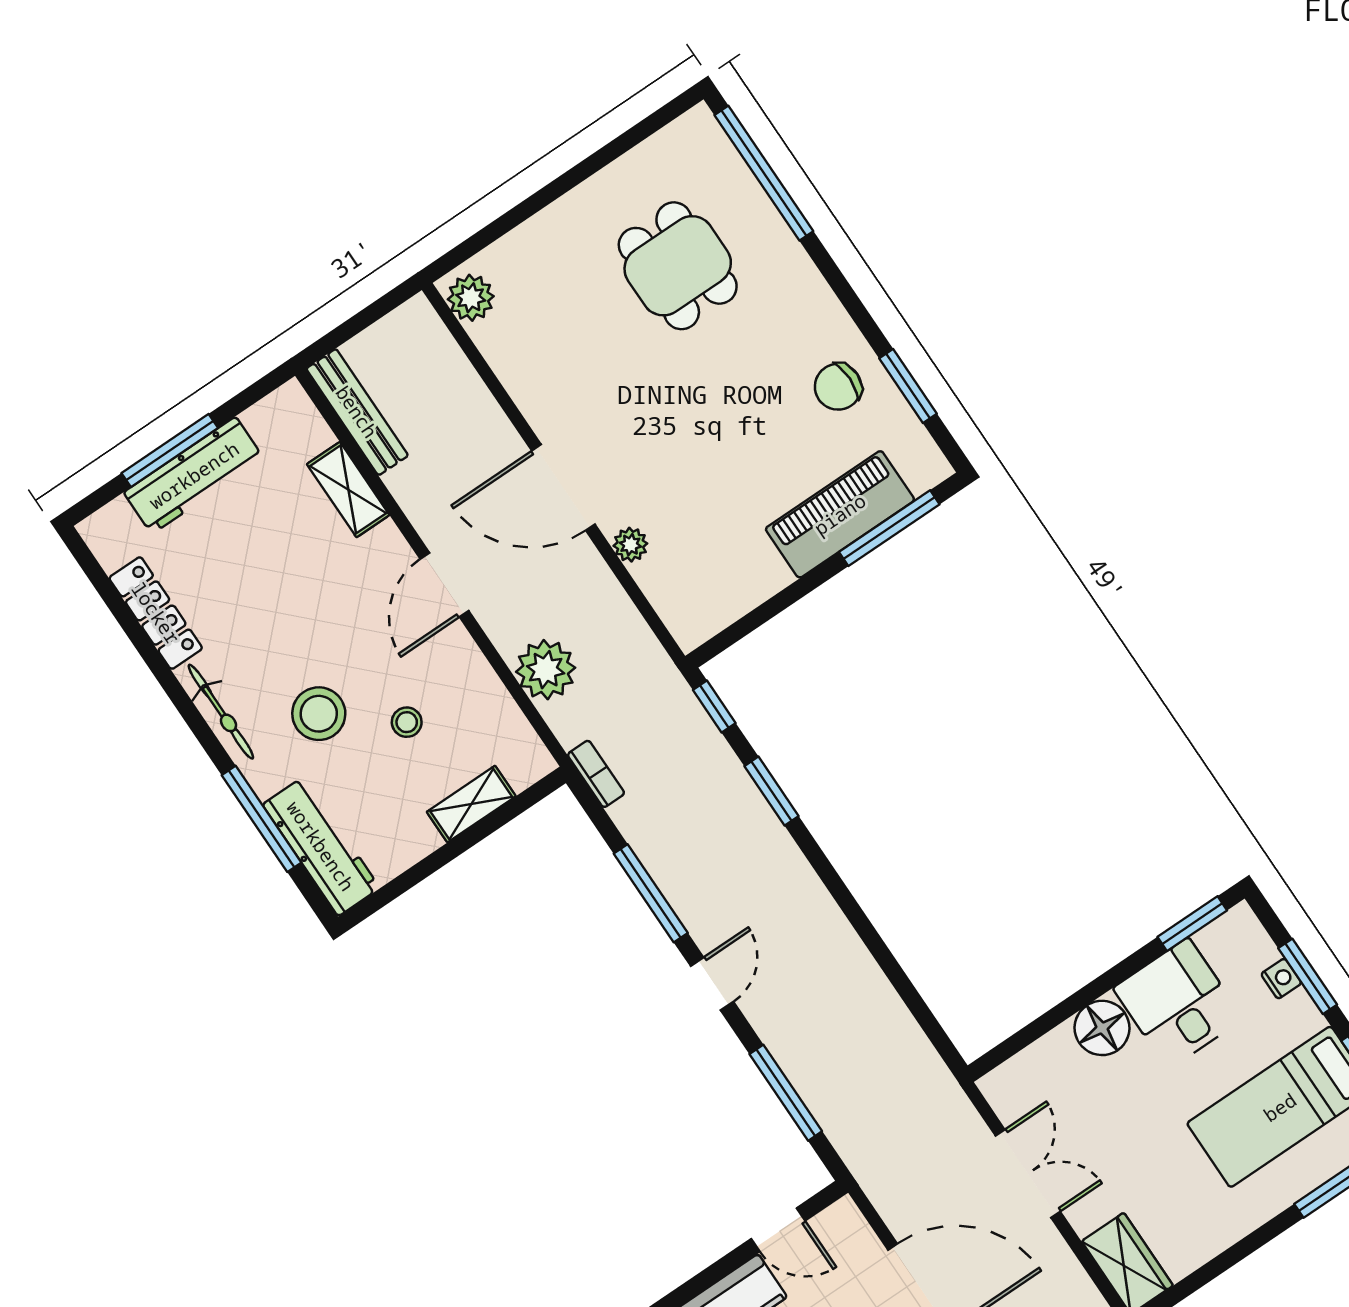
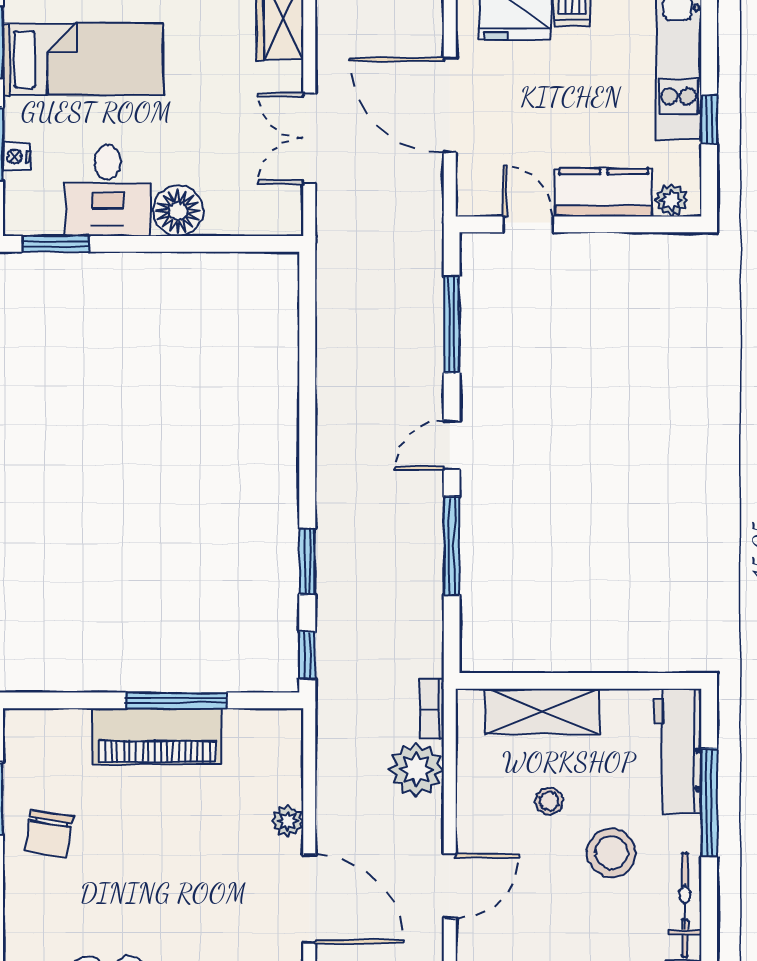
chair: (838, 387) -> (49, 834), turned 100
piano: (840, 514) -> (157, 736), moved
window: (889, 528) -> (176, 700), moved
bookcase: (596, 774) -> (432, 709), moved
shelving: (471, 804) -> (542, 711), width x1.50, depth x1.33

